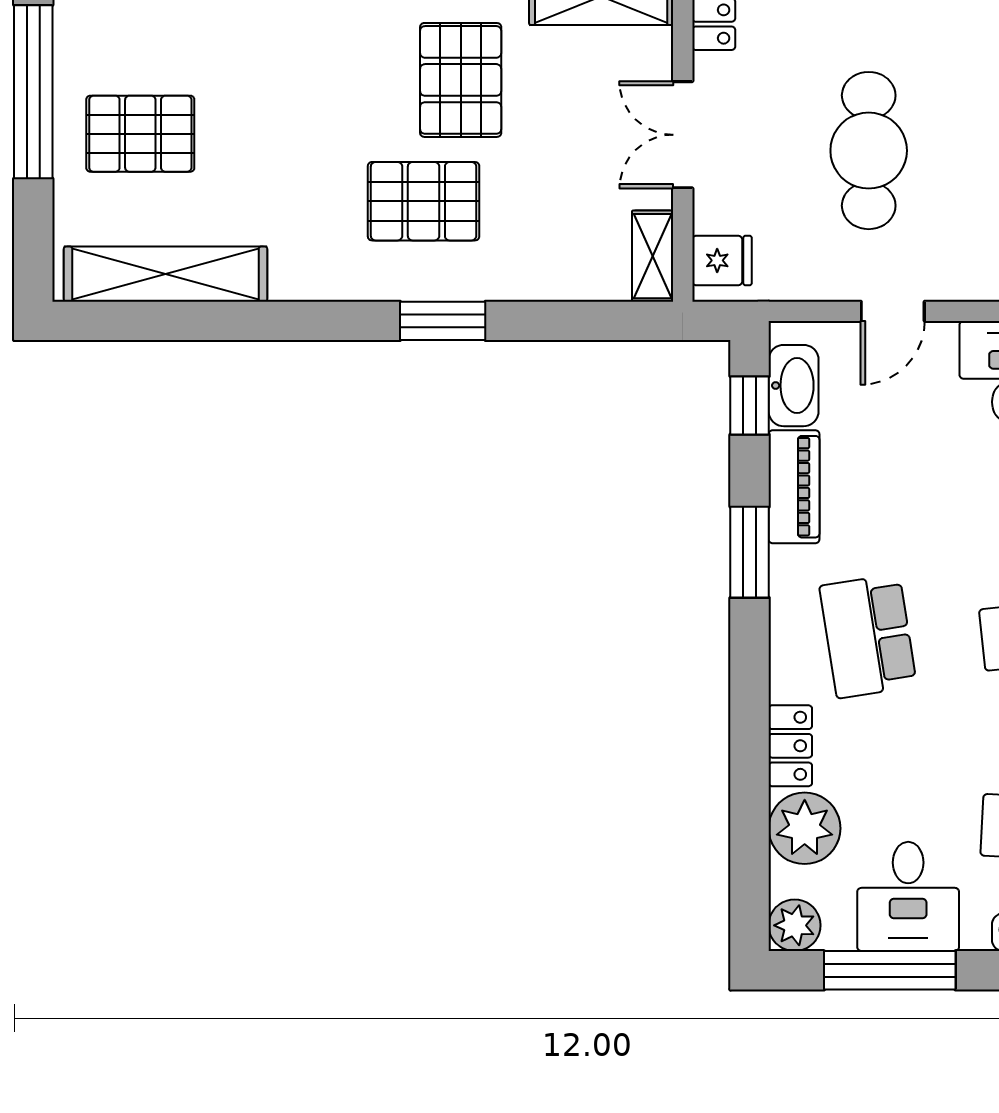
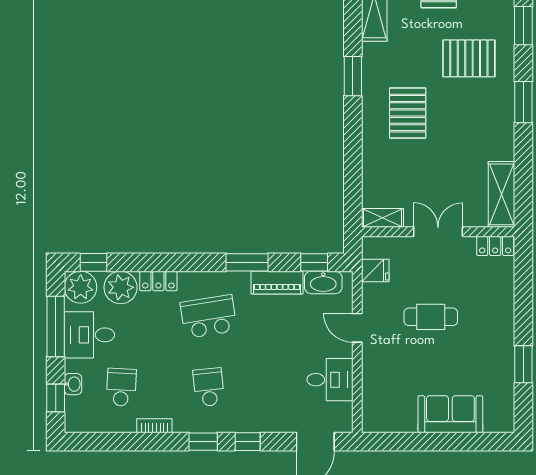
pallet: (461, 80) -> (469, 58), moved
cafe table: (869, 151) -> (431, 317), width x0.73, depth x0.74
fridge: (722, 260) -> (375, 270), moved, turned -90
window: (443, 321) -> (353, 76), moved
window: (750, 888) -> (93, 262), added
plant: (795, 925) -> (81, 287), width x1.36, depth x1.36

